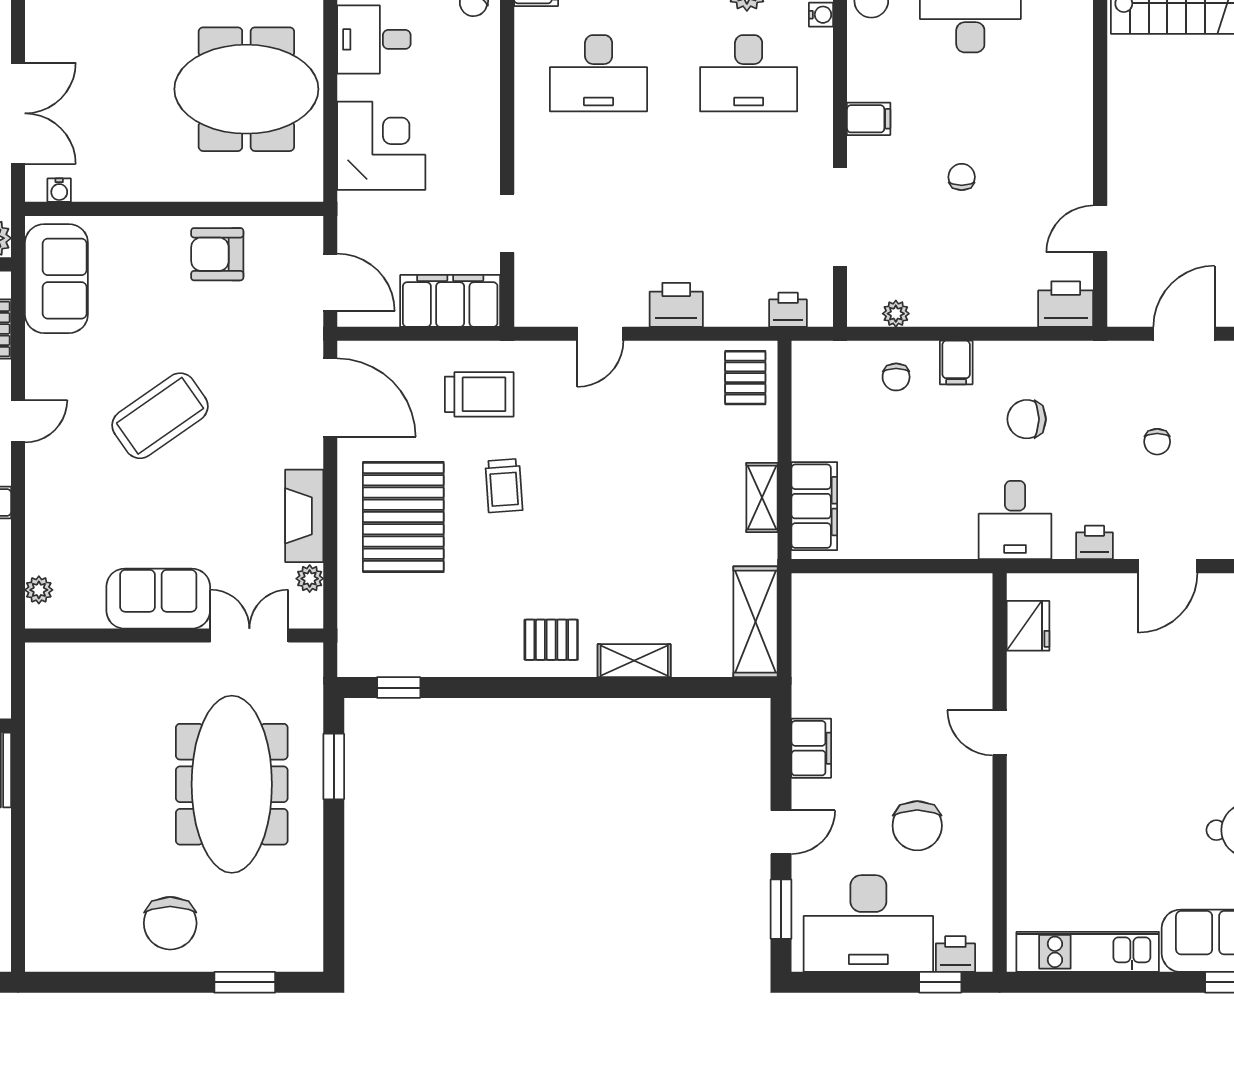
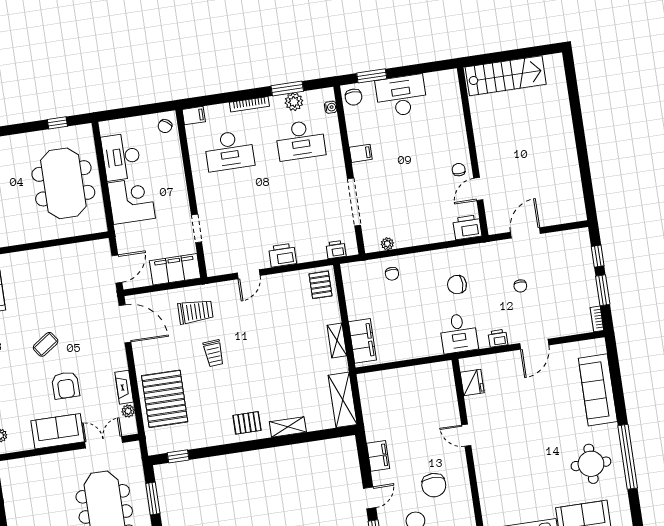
desk: (374, 39) -> (121, 157), width x1.37
meeting table: (246, 89) -> (63, 183), turned 90
chair: (962, 177) -> (459, 170), moved
armchair: (217, 254) -> (66, 385), moved, turned -90
door: (330, 282) -> (117, 269), hinge flipped
filing cabinet: (956, 363) -> (419, 263), removed
coffee table: (160, 416) -> (46, 344), width x0.54, depth x0.58
fireplace: (304, 516) -> (124, 387), width x0.73, depth x0.76
pallet: (403, 517) -> (165, 399), moved

